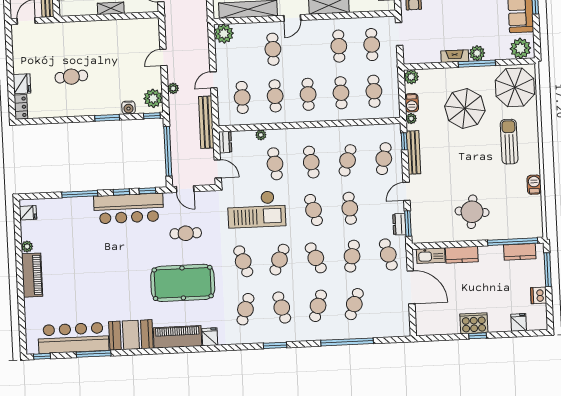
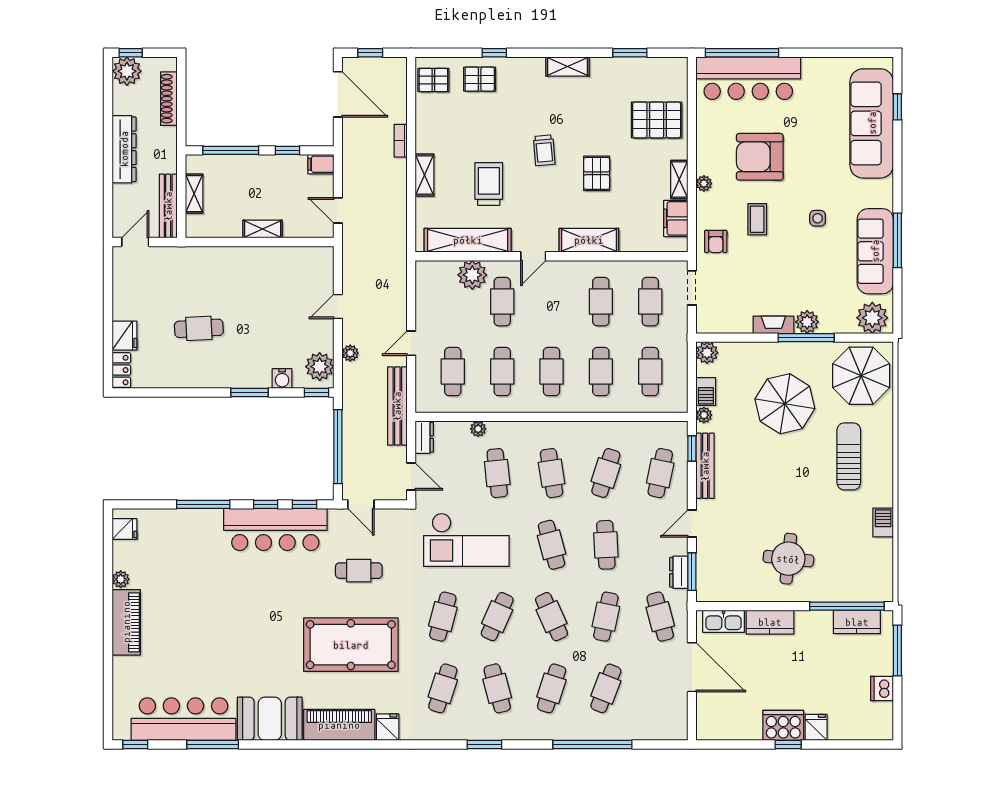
plant: (224, 34) -> (472, 275), moved
cafe table: (243, 261) -> (443, 617), turned 33
fridge: (519, 322) -> (816, 727), moved

